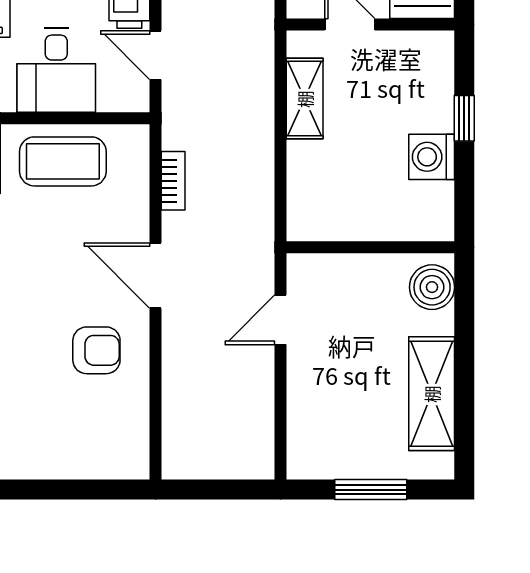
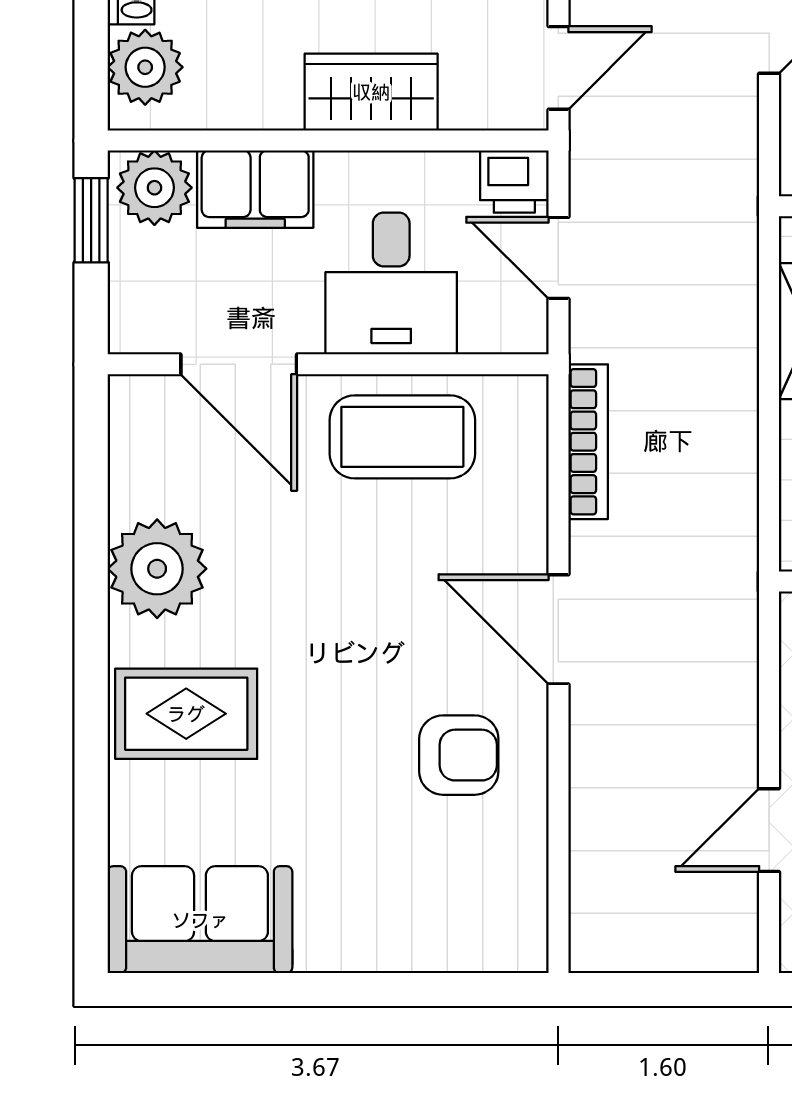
bookcase: (173, 181) -> (588, 442), width x1.56
door: (281, 320) -> (769, 830), moved

